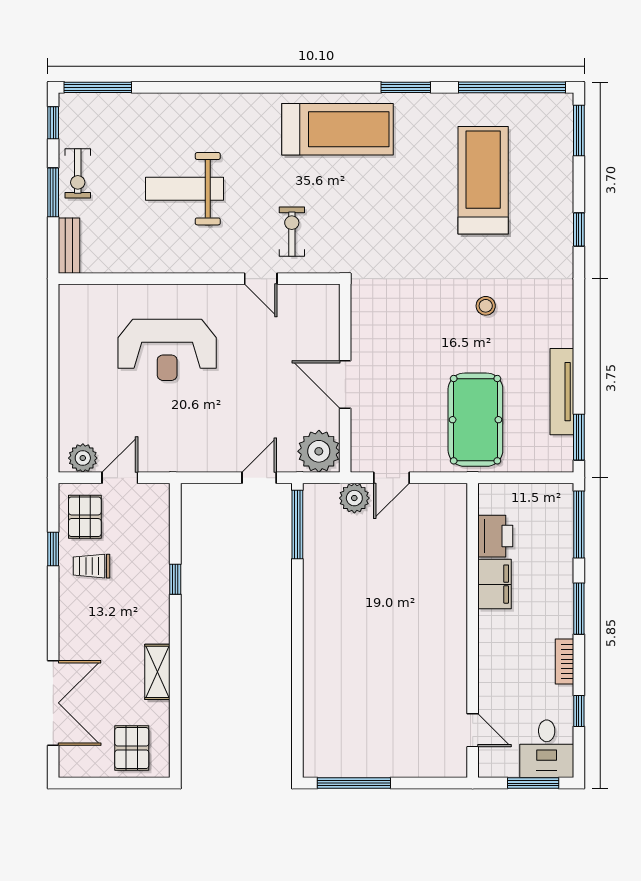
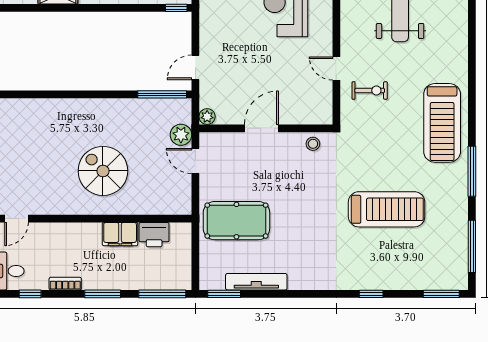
window: (406, 87) -> (472, 171), width x1.44
window: (512, 87) -> (472, 246), width x0.68
treadmill: (483, 180) -> (387, 209), moved
door: (261, 279) -> (336, 68), hinge flipped
stool: (486, 306) -> (313, 144), moved
plant: (319, 451) -> (207, 117), width x0.53, depth x0.53
door: (259, 478) -> (195, 67), swing flipped
window: (175, 579) -> (176, 8), moved
spiral stairs: (405, 608) -> (103, 171), added

